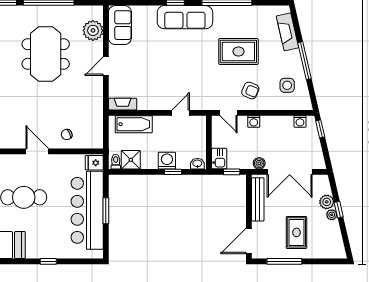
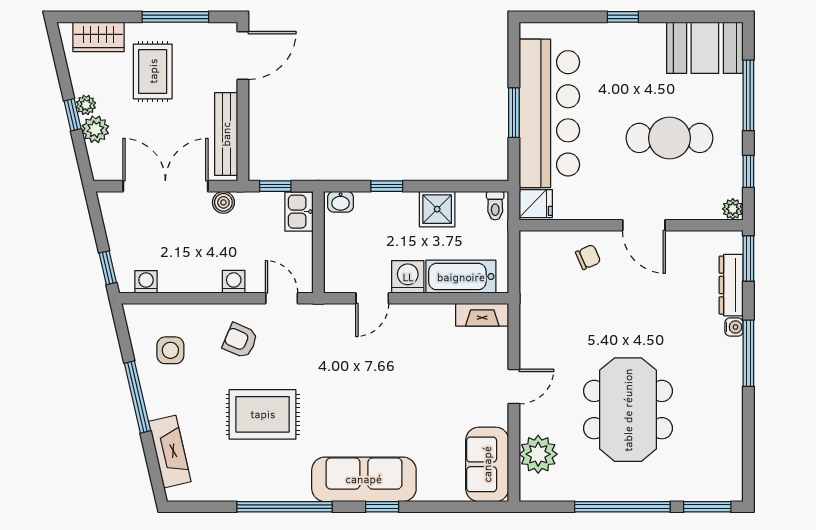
shower: (131, 160) -> (437, 209), moved
washing machine: (167, 161) -> (408, 277), moved, turned 180
wardrobe: (325, 251) -> (99, 37), added

